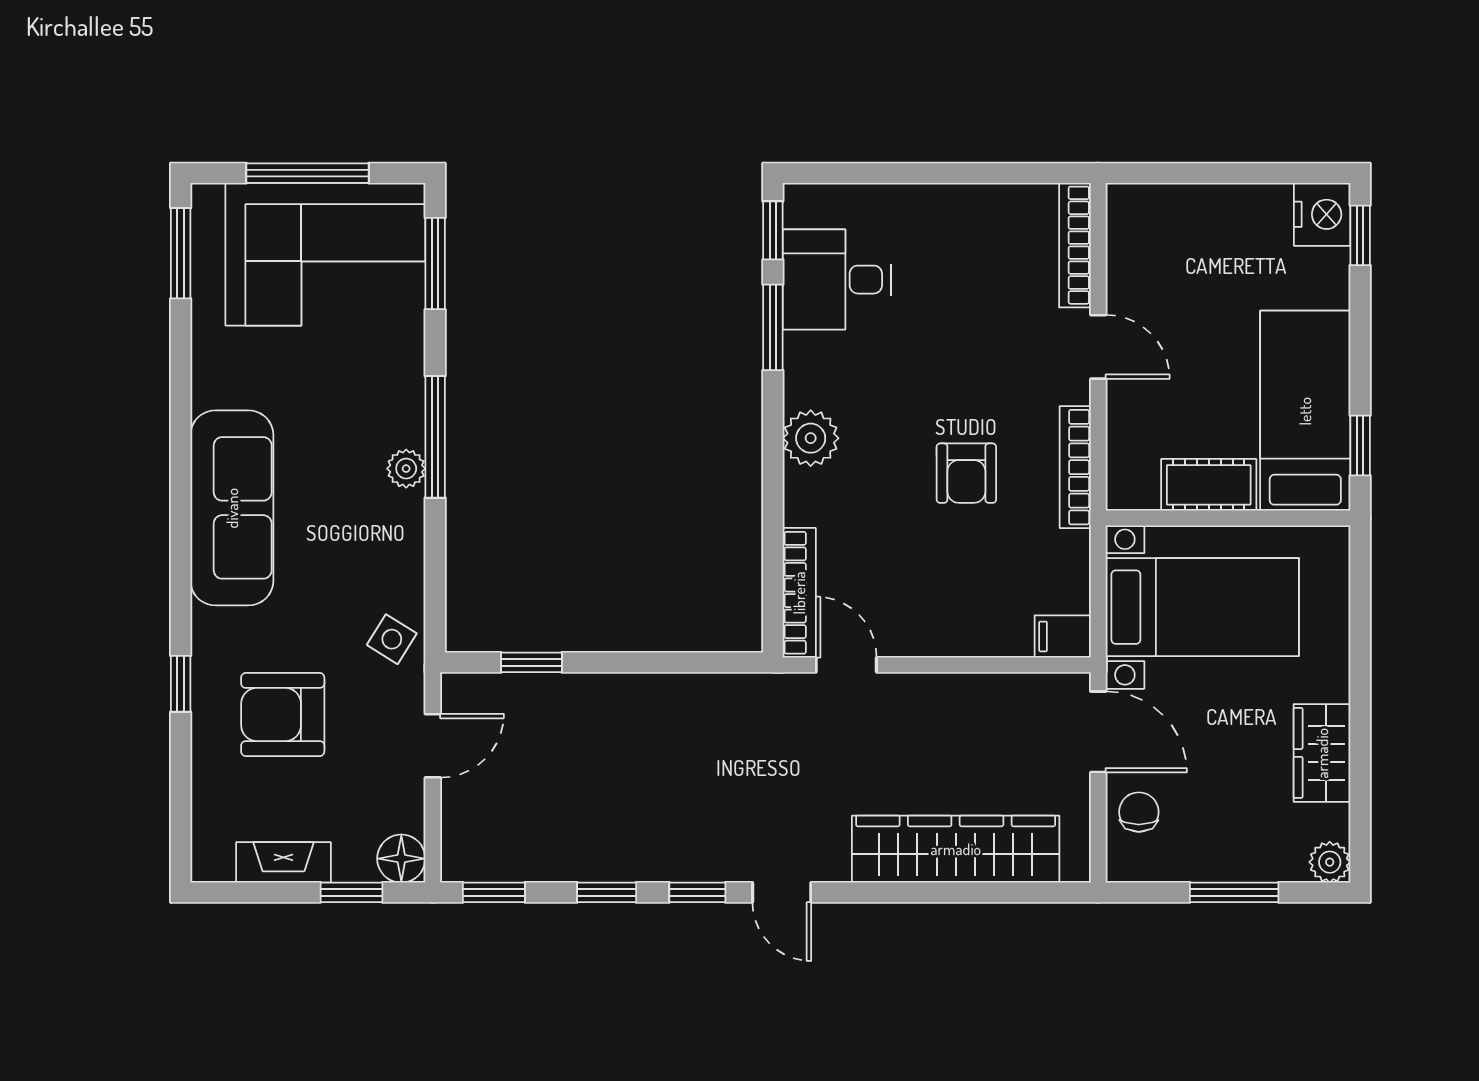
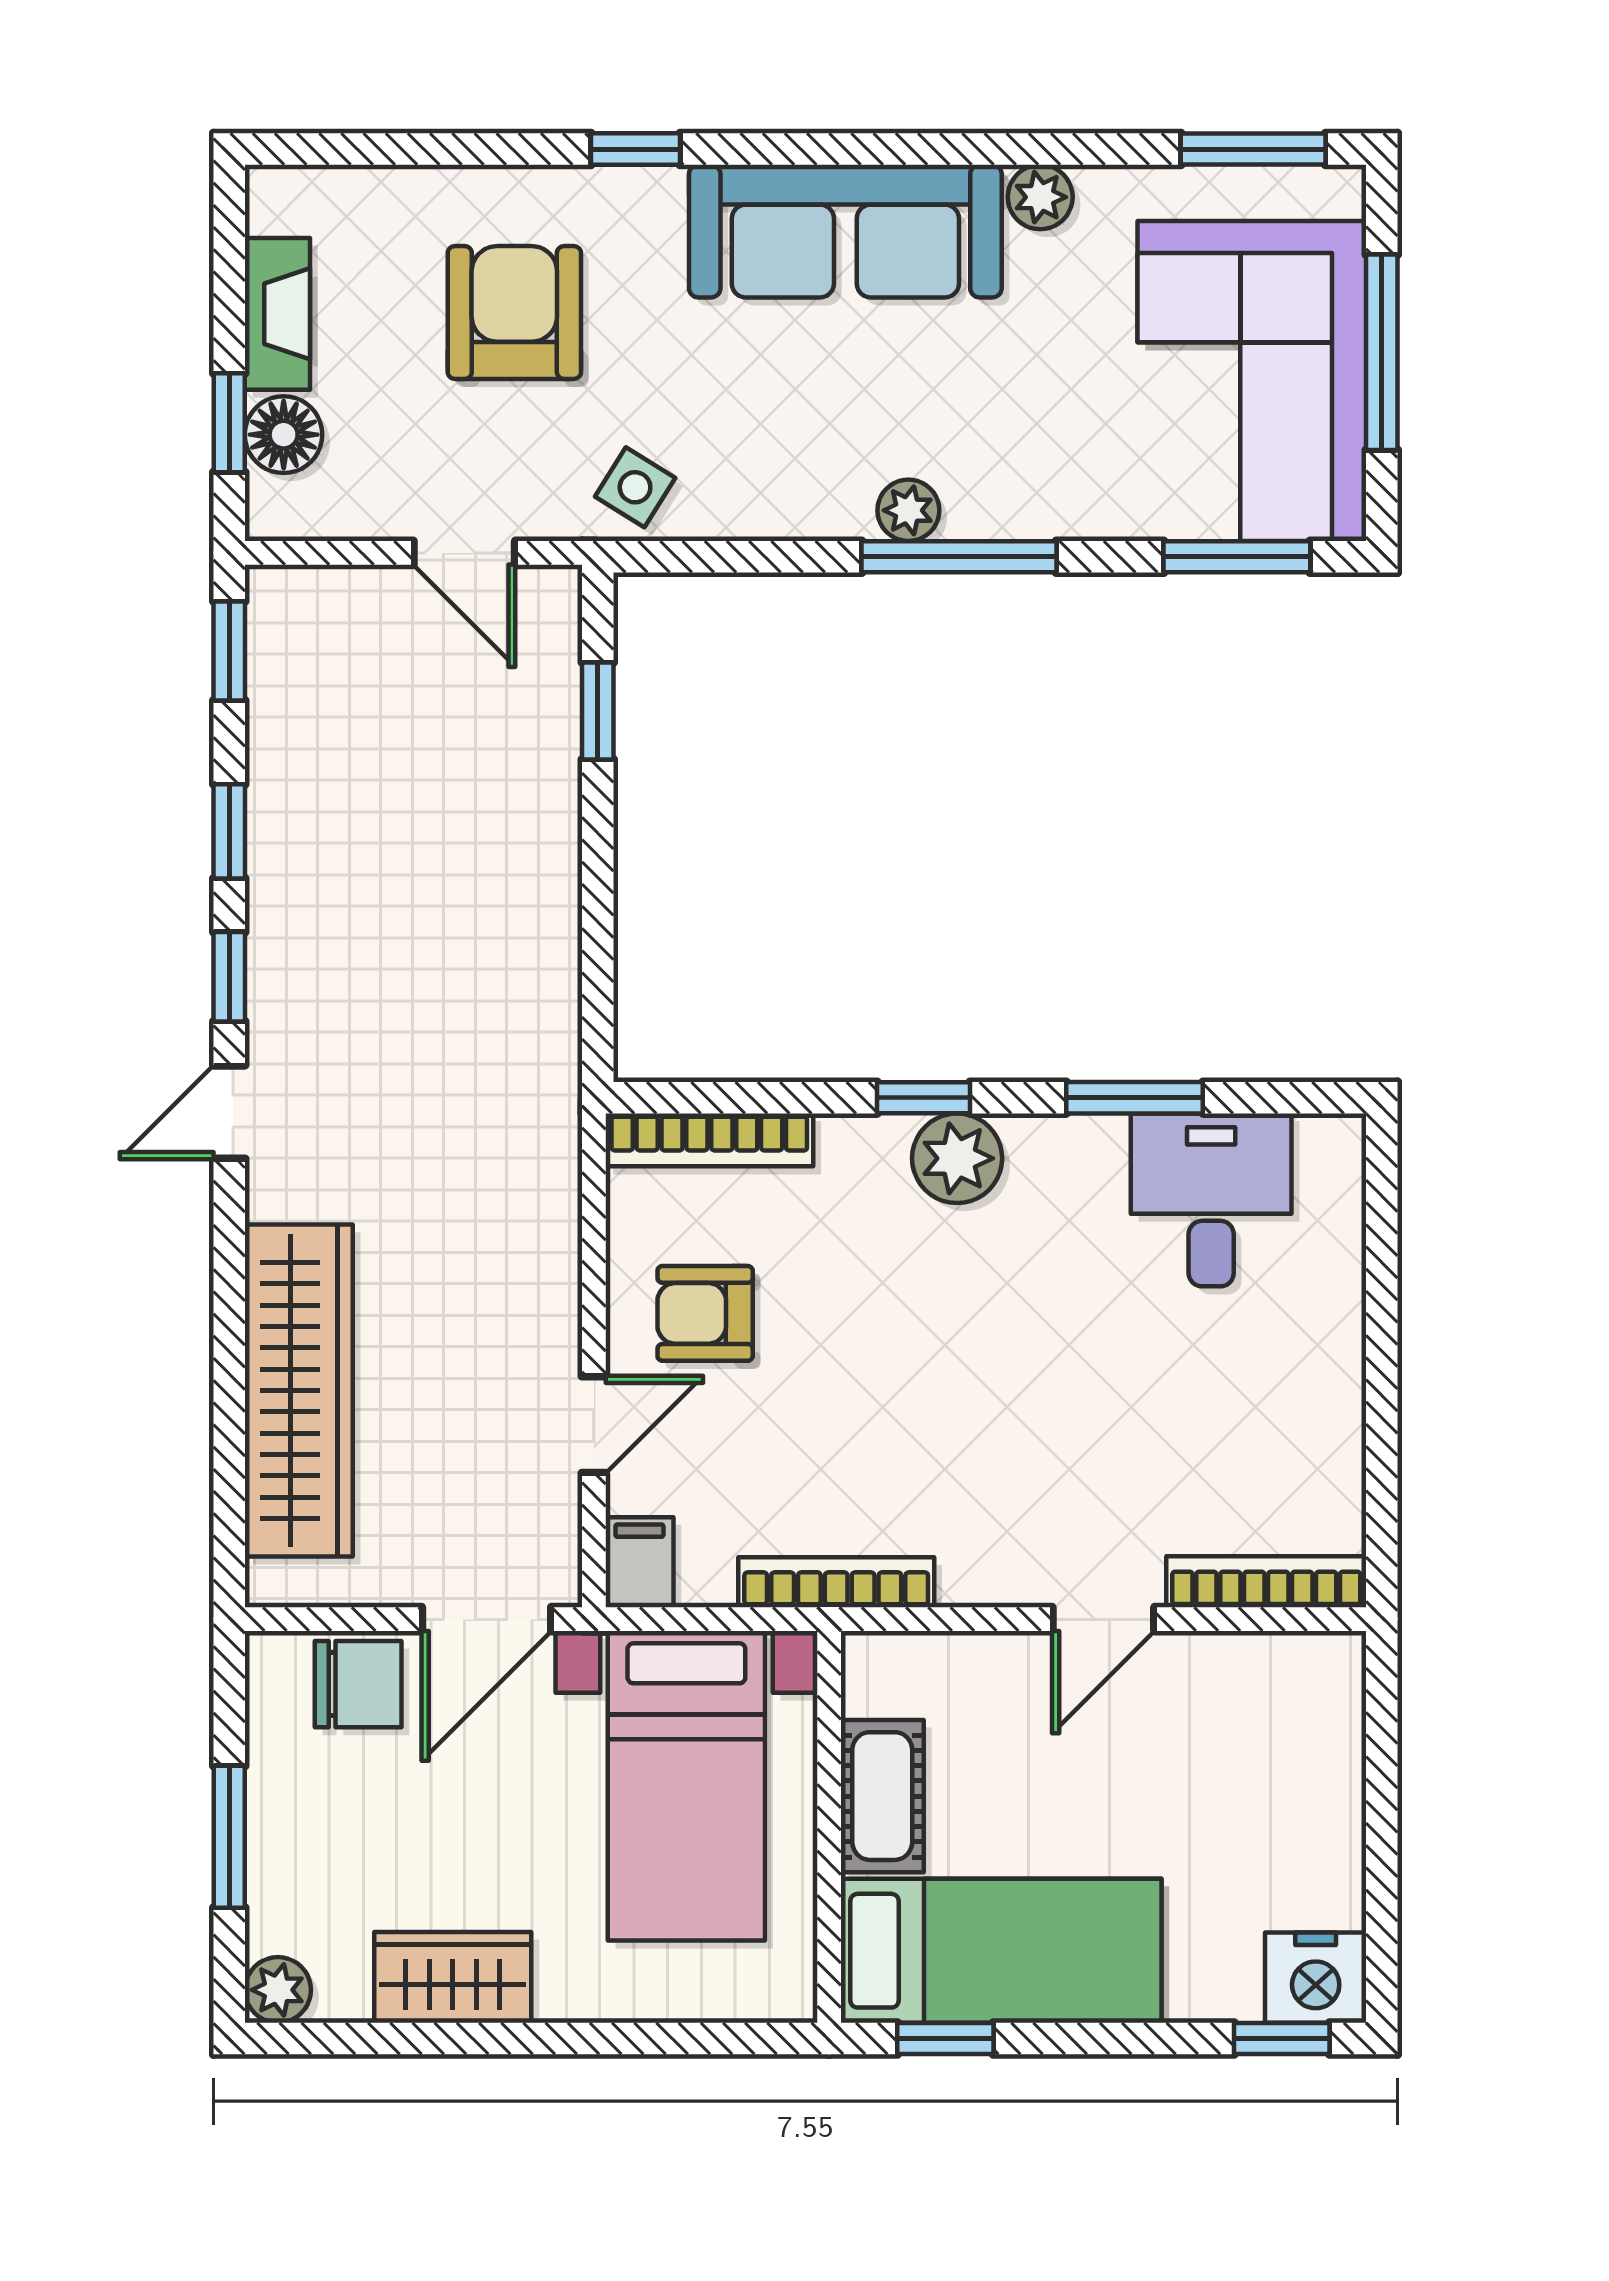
window: (773, 230) -> (924, 1098), moved
plant: (211, 386) -> (1040, 197), added
bookcase: (1075, 467) -> (836, 1582), moved
armchair: (966, 473) -> (705, 1313), moved
door: (846, 665) -> (594, 1425), moved
window: (181, 684) -> (635, 149), moved
chair: (1139, 812) -> (358, 1684), width x1.37, depth x1.37
floor lamp: (401, 859) -> (284, 435), moved

